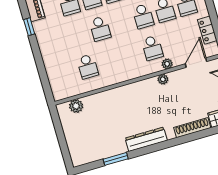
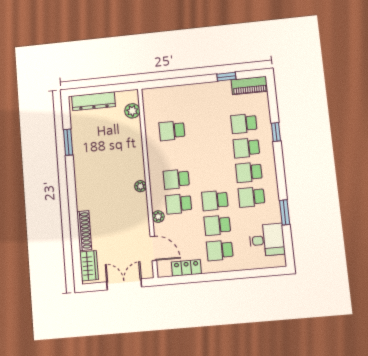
school desk: (100, 29) -> (176, 179), moved
plant: (163, 79) -> (140, 186), moved
dresser: (146, 139) -> (93, 101), moved, turned 90

